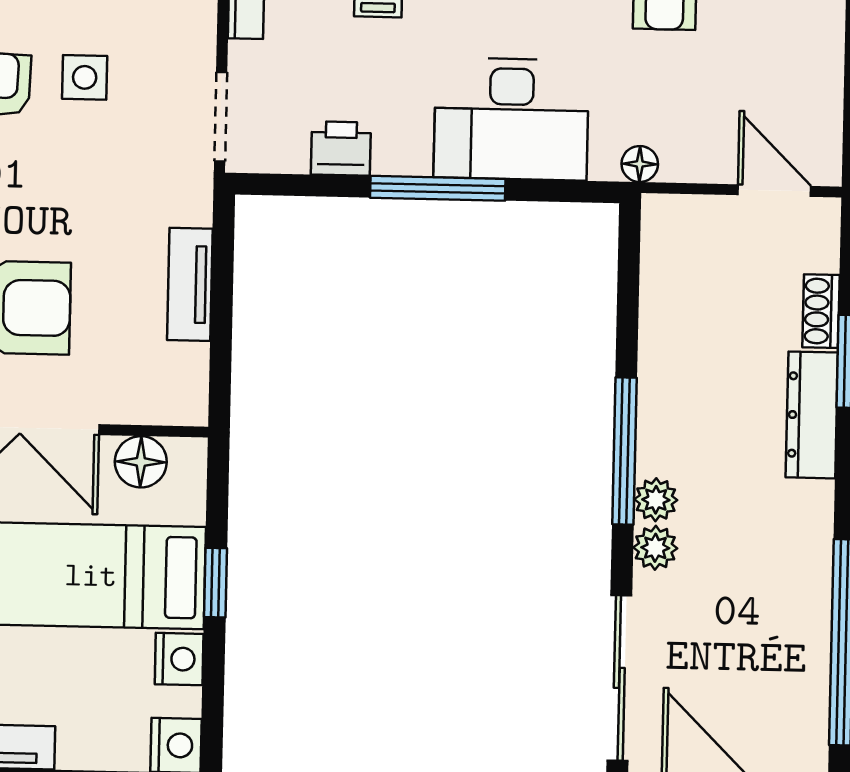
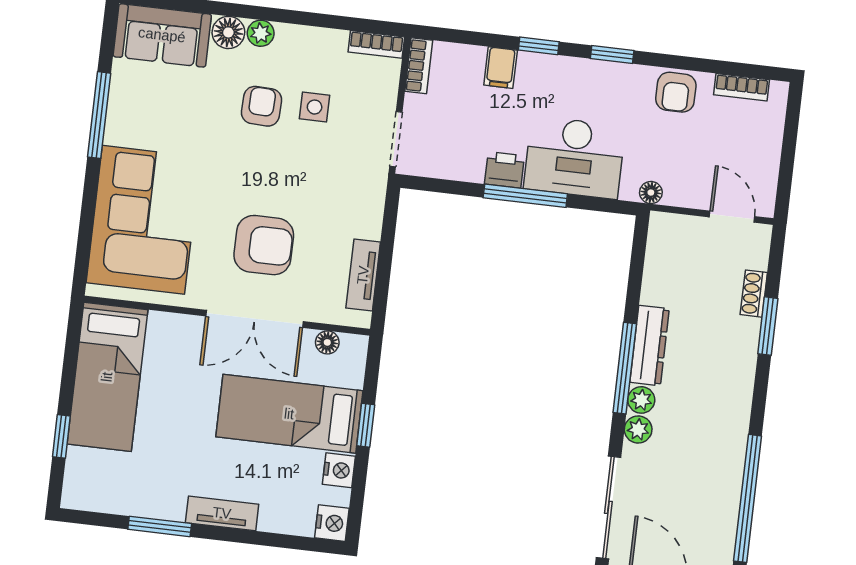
printer: (341, 149) -> (504, 170), moved
tv unit: (190, 284) -> (363, 275), moved
dresser: (812, 415) -> (650, 346), moved, turned 180
floor lamp: (141, 462) -> (327, 342), width x0.73, depth x0.73

